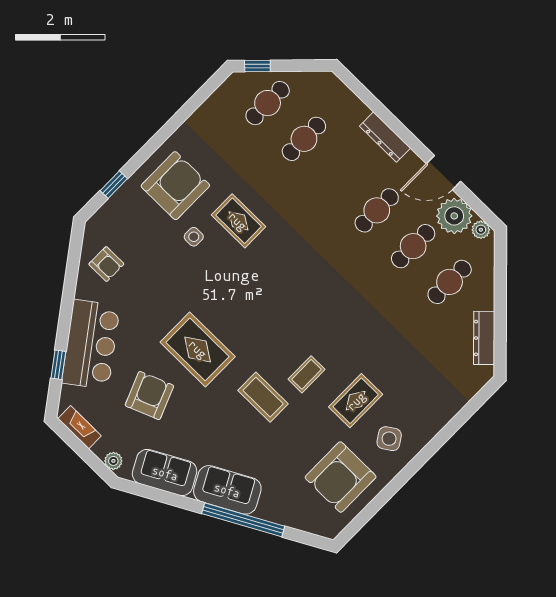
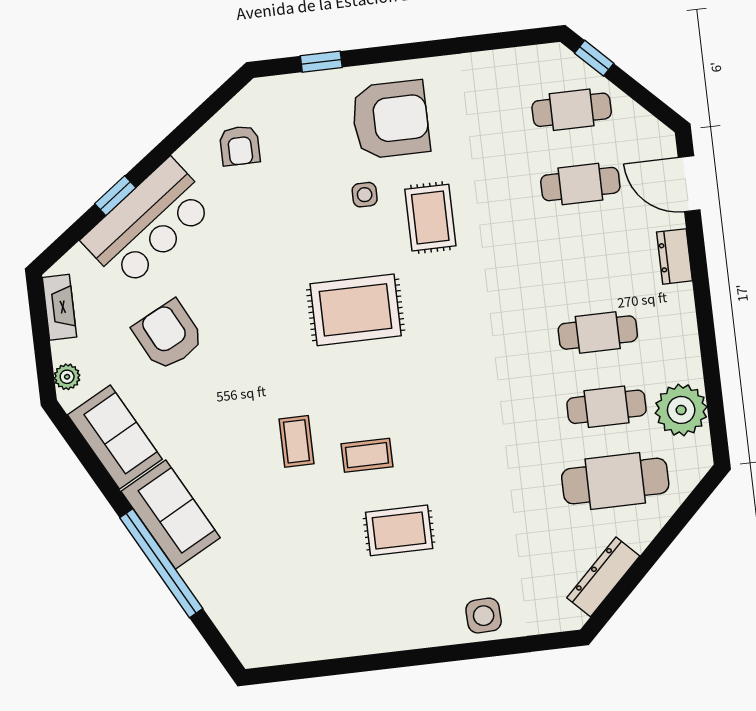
dresser: (385, 137) -> (674, 256), width x0.70
door: (443, 173) -> (689, 184), moved
plant: (481, 230) -> (699, 450), removed
cafe table: (450, 282) -> (615, 481), width x1.37, depth x1.35
rug: (198, 349) -> (356, 310), moved, turned 90
window: (58, 365) -> (115, 196), moved
armchair: (149, 396) -> (168, 335), turned -95
coffee table: (263, 397) -> (297, 441), width x0.73, depth x0.77
side table: (389, 439) -> (484, 616), moved, turned 32
armchair: (341, 477) -> (312, 604), removed

